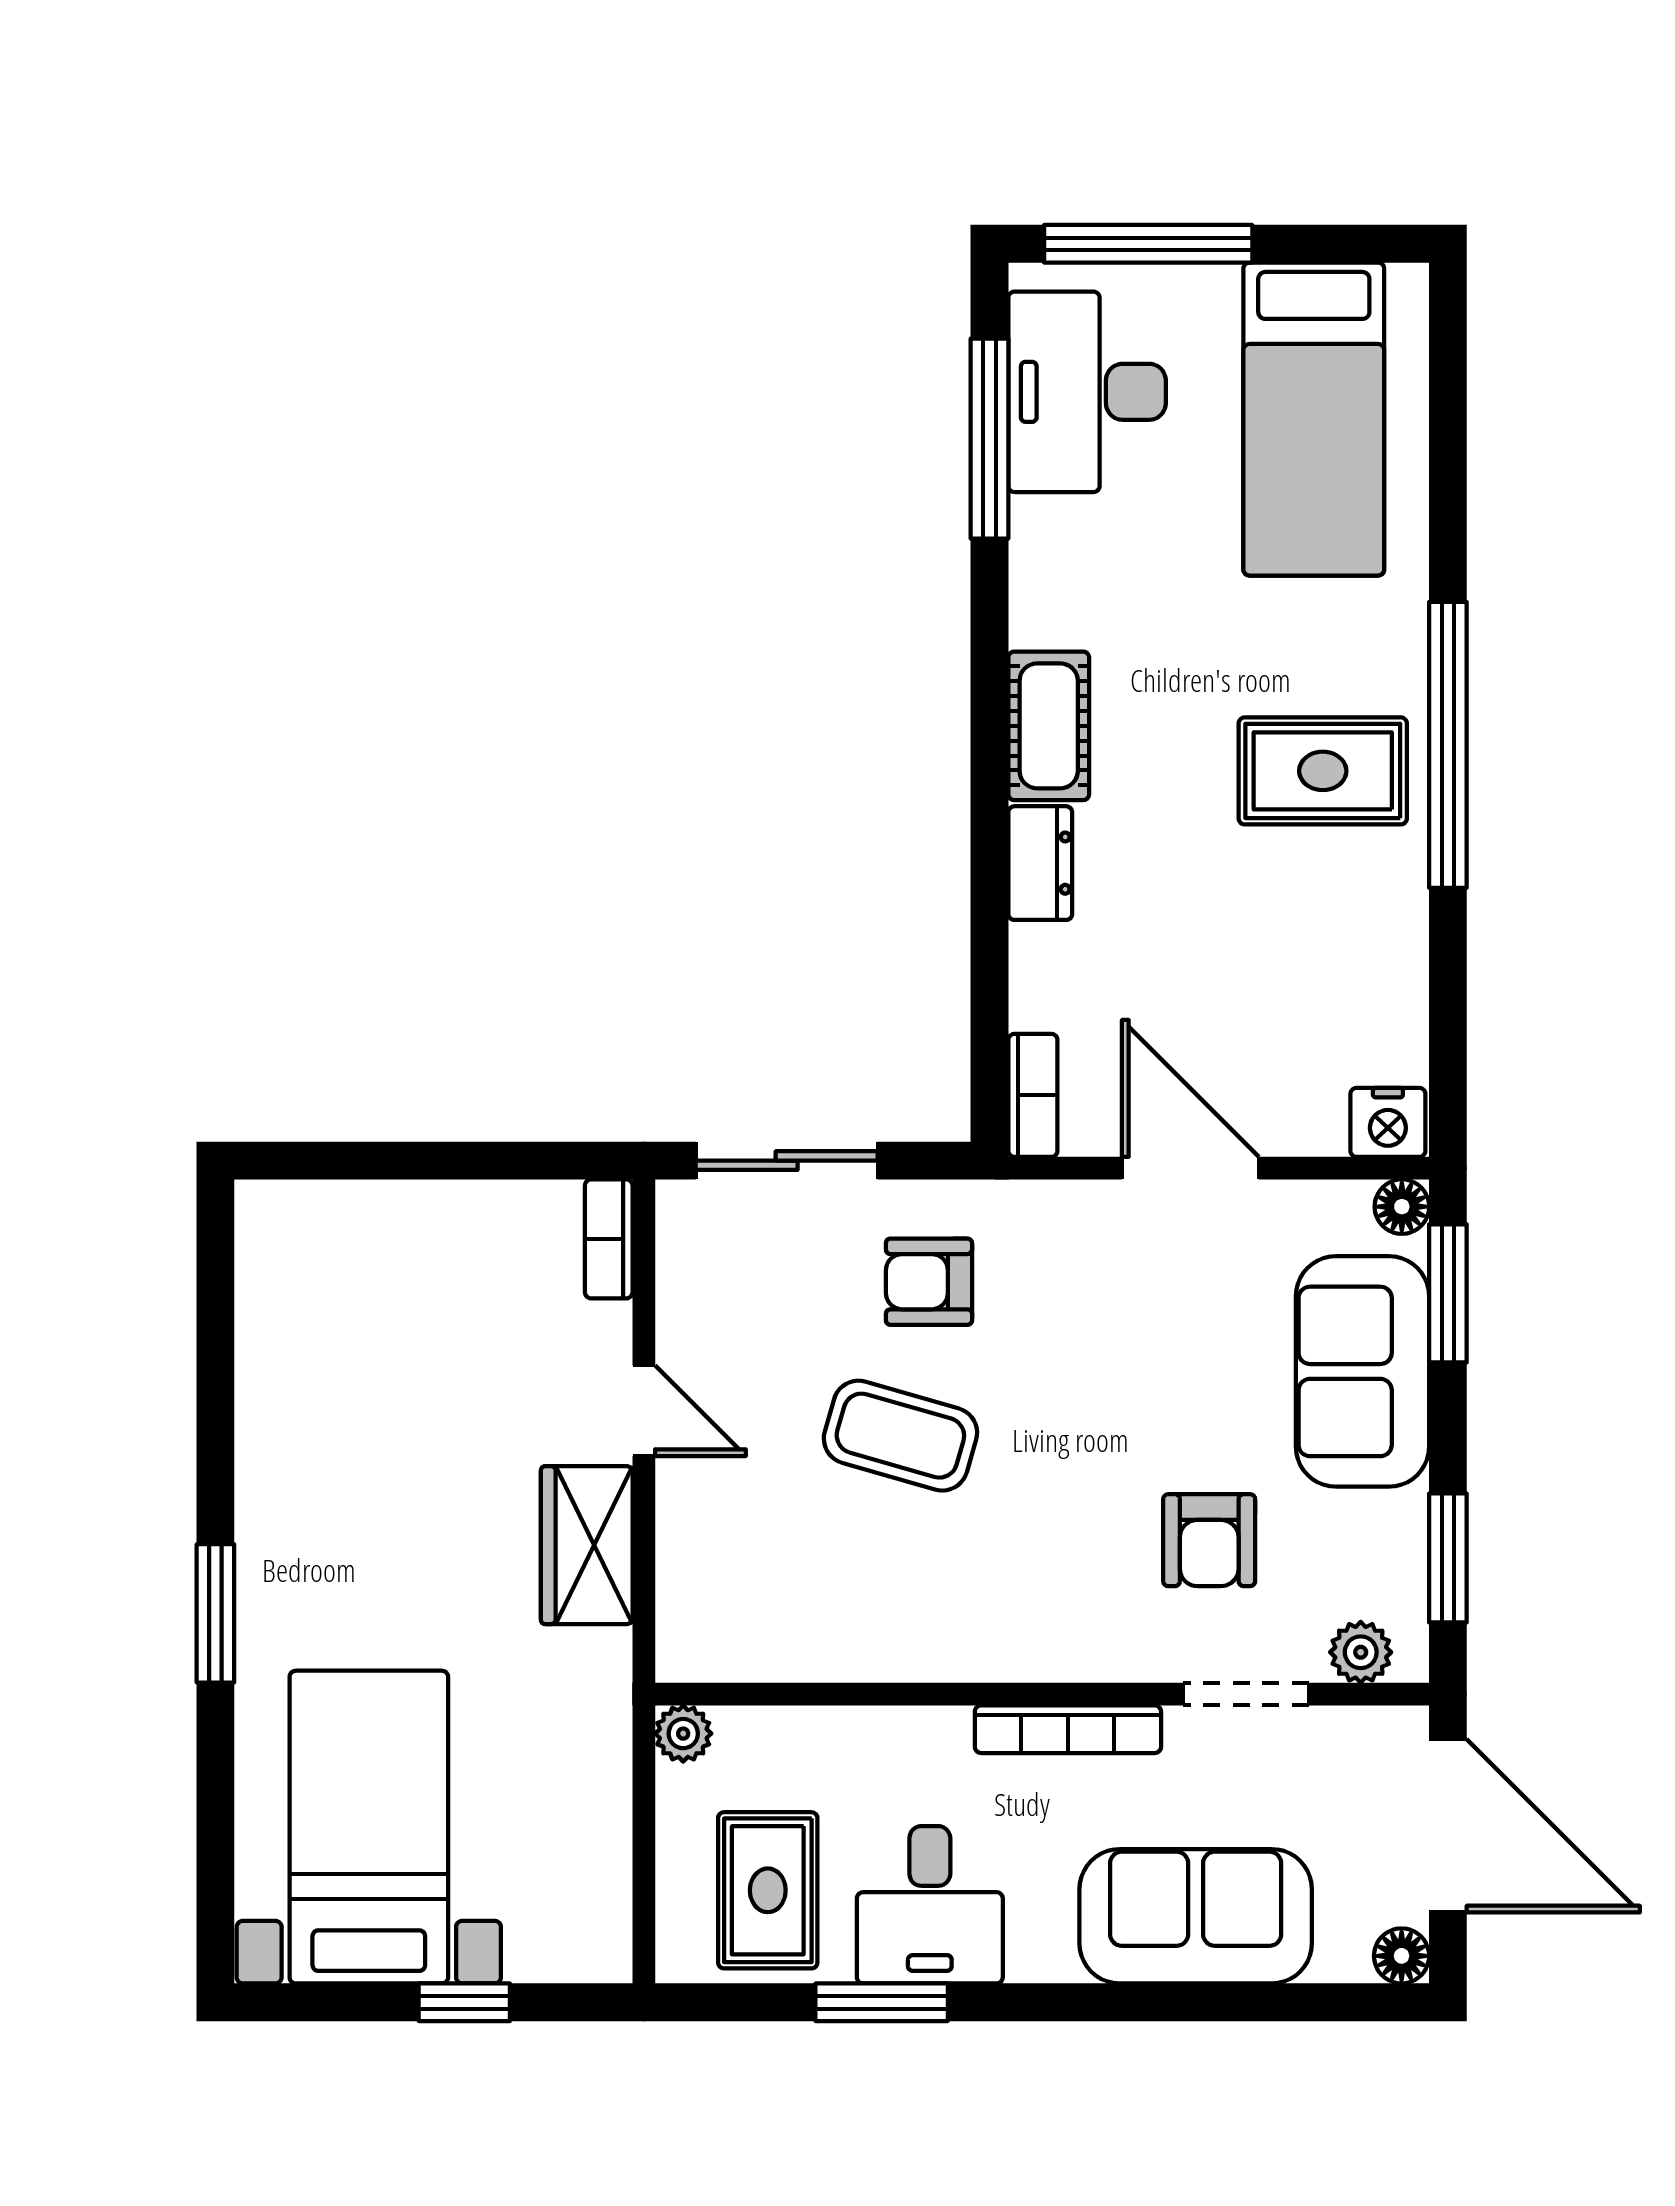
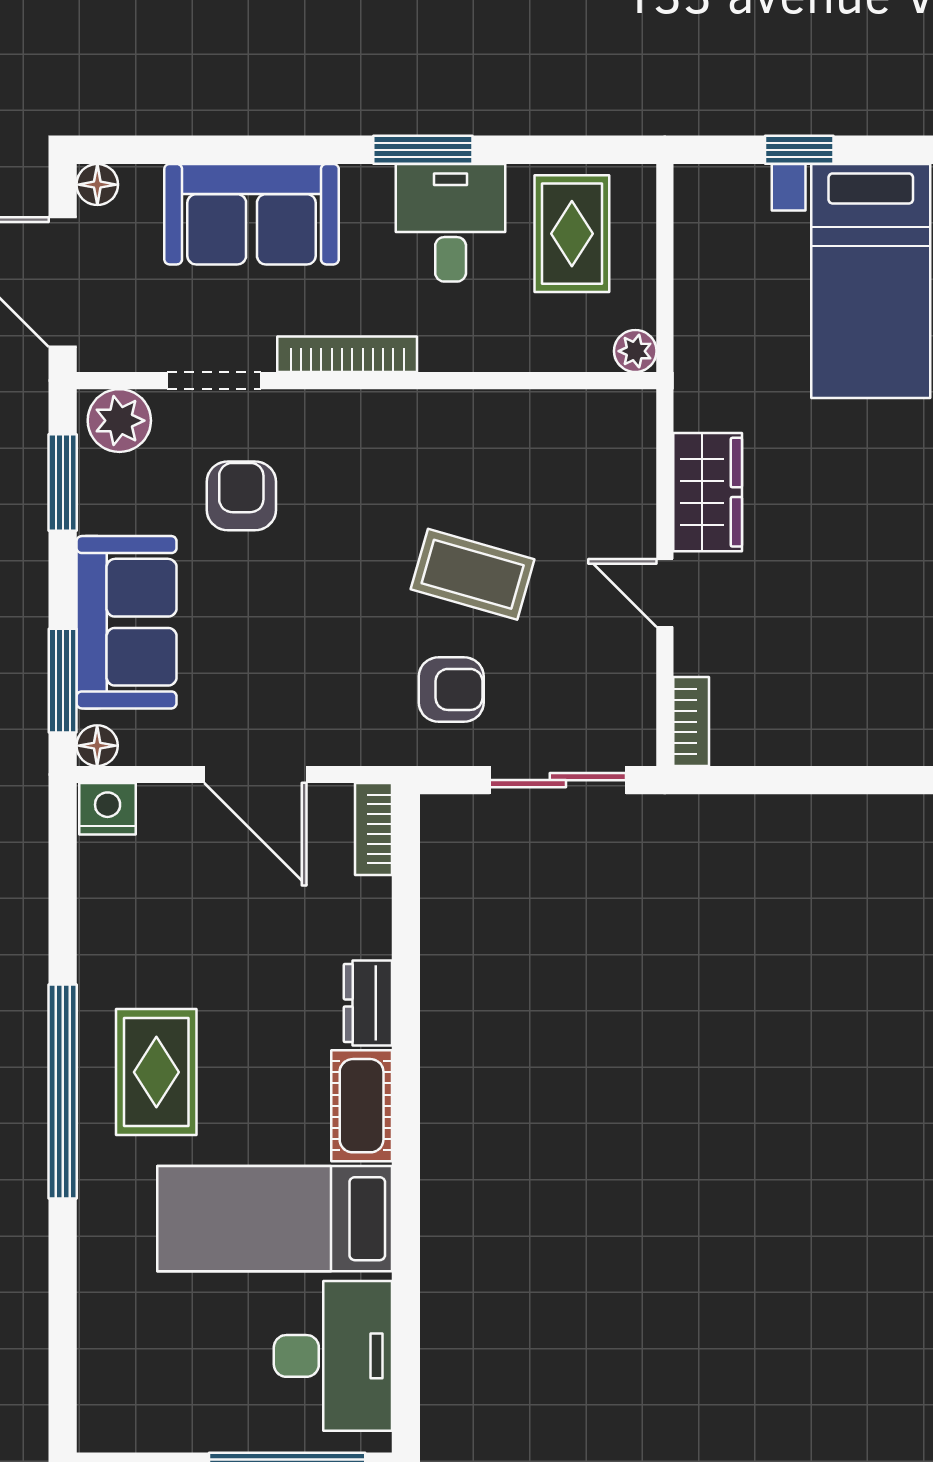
bed: (1314, 419) -> (275, 1219), moved, turned -90
window: (989, 439) -> (406, 1321), removed
rug: (1323, 771) -> (156, 1072), turned 90
plant: (1361, 1652) -> (119, 421), width x1.38, depth x1.38
window: (882, 2002) -> (423, 150), moved

